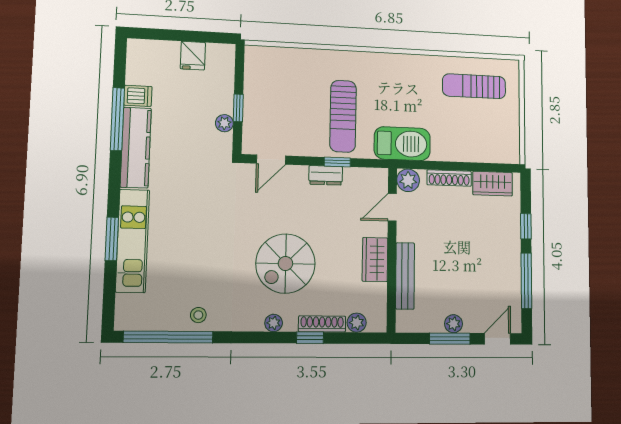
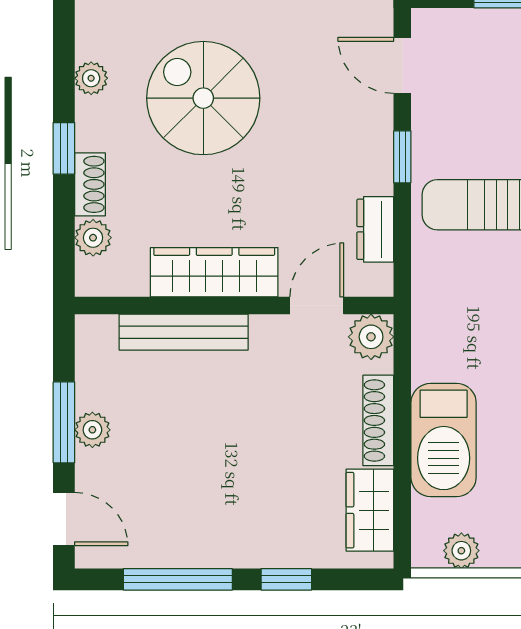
plant: (512, 139) -> (461, 551), added
barbecue: (402, 144) -> (444, 440), moved
window: (337, 162) -> (402, 157), moved
dresser: (326, 175) -> (375, 229), moved
door: (392, 207) -> (317, 305), hinge flipped
wardrobe: (375, 260) -> (214, 272), width x1.50
shoe rack: (322, 324) -> (90, 184), width x0.70

